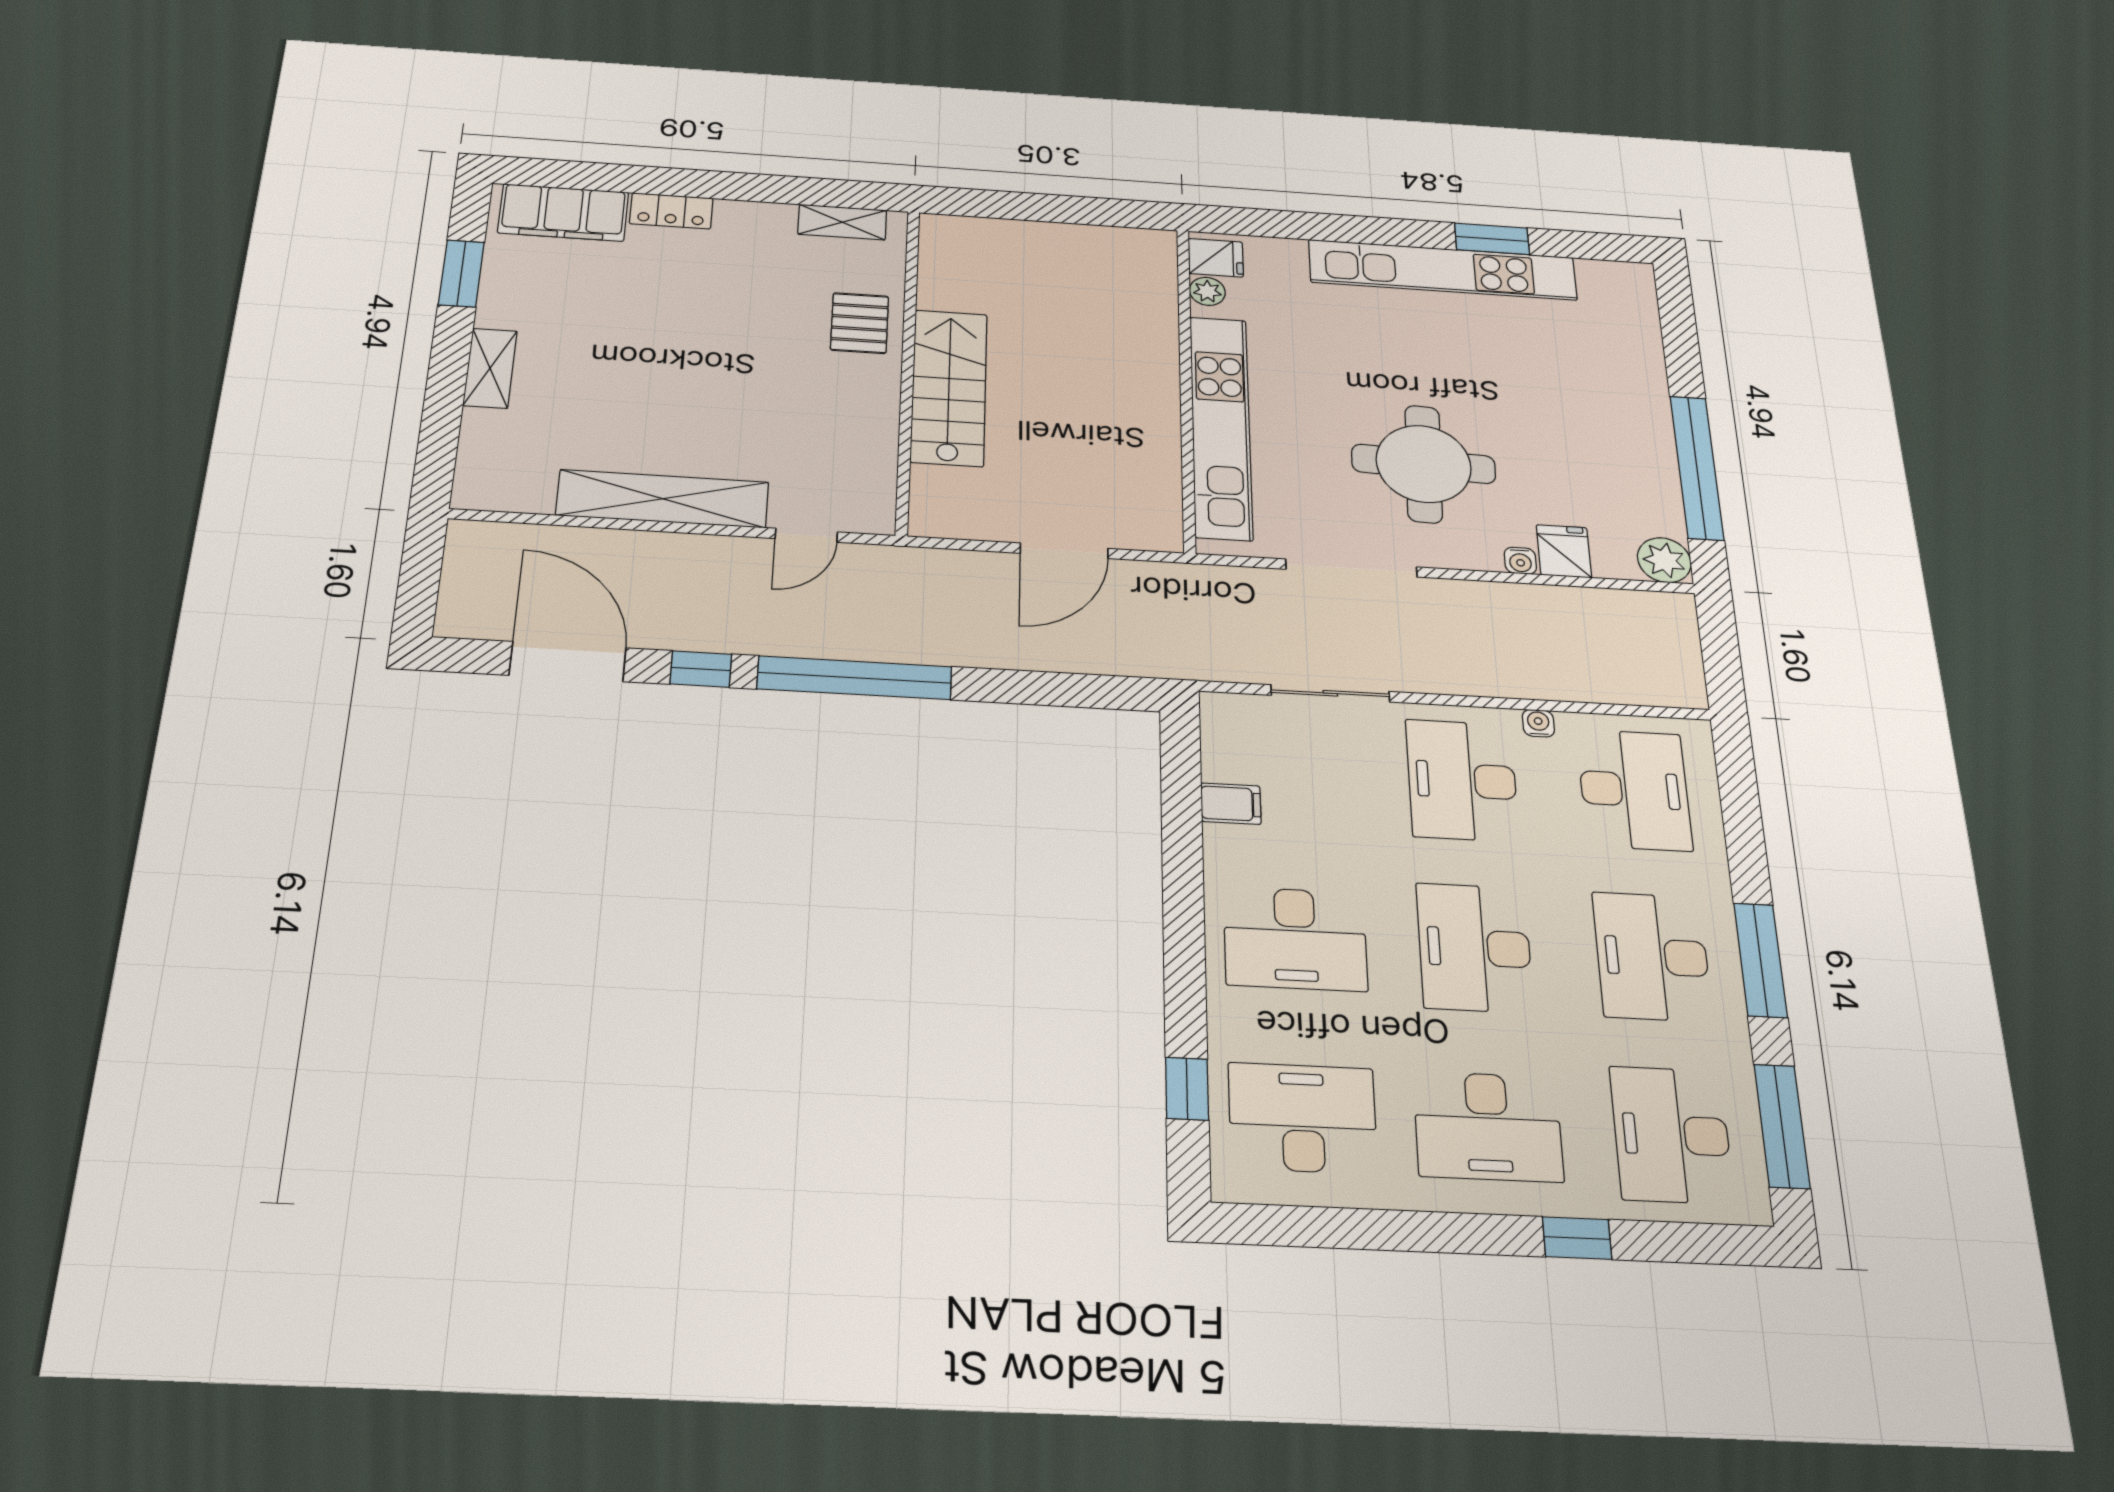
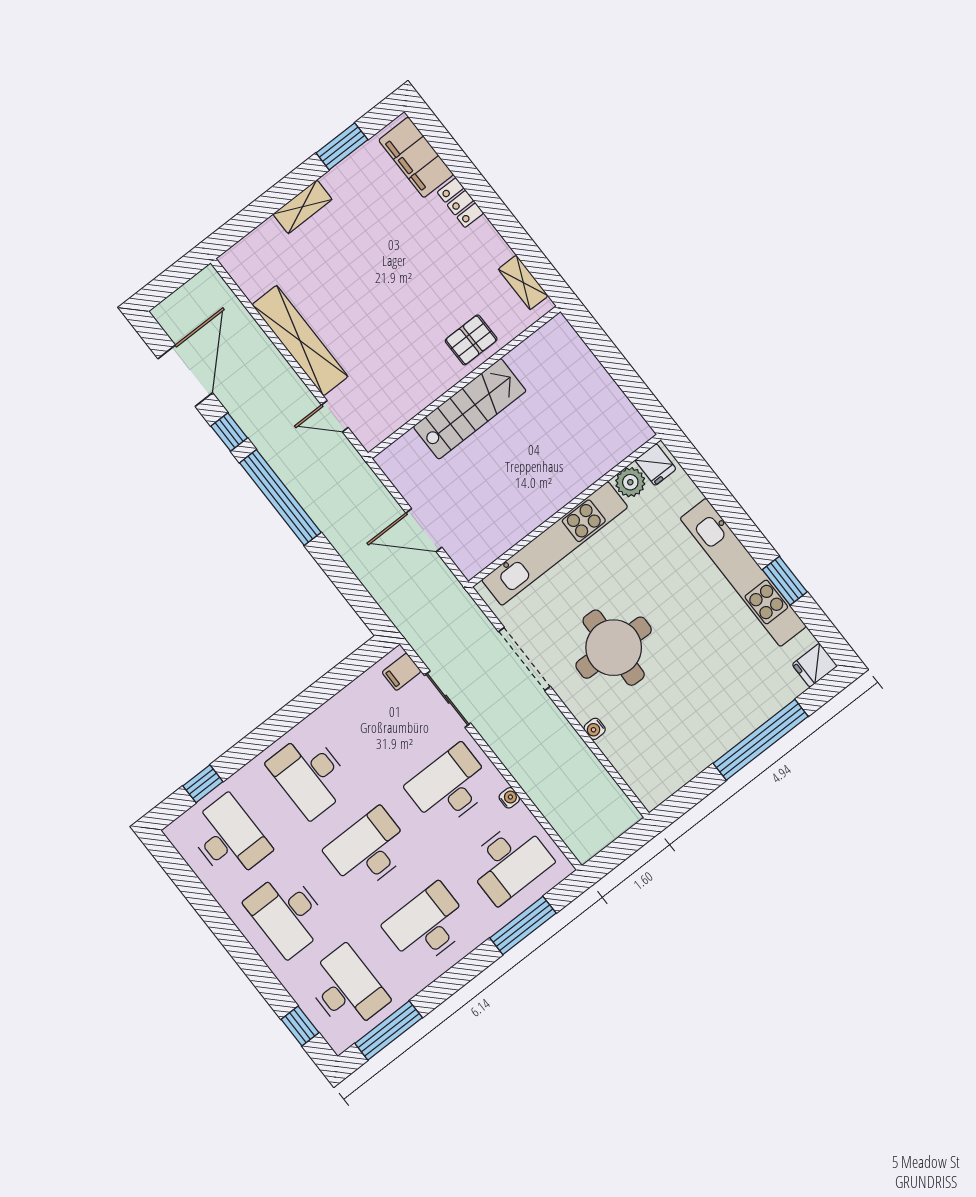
plant: (1207, 291) -> (630, 482), width x1.38, depth x1.38
window: (1697, 468) -> (761, 740), moved
fridge: (1564, 551) -> (815, 665), moved, turned 180
plant: (1664, 560) -> (652, 791), removed
filing cabinet: (1231, 804) -> (402, 672), moved, turned 90
window: (1760, 960) -> (523, 926), moved
desk: (1672, 1135) -> (346, 989), turned 90
window: (1577, 1238) -> (300, 1026), moved

